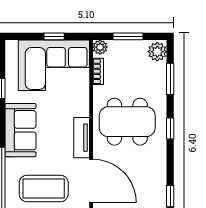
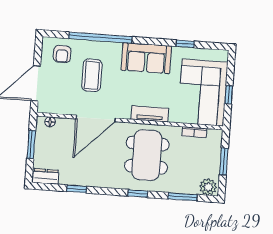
plant: (100, 47) -> (216, 136), removed
tv unit: (82, 138) -> (150, 114), moved
coffee table: (44, 189) -> (92, 75), width x0.73, depth x0.76

